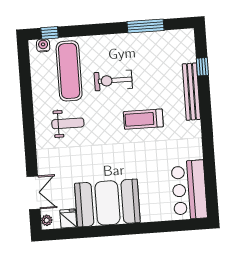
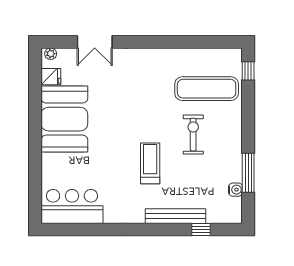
water cooler: (43, 45) -> (235, 190), moved
weight bench: (68, 123) -> (151, 83), removed
double door: (33, 193) -> (95, 42), moved

